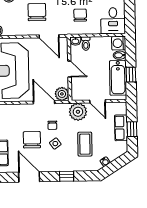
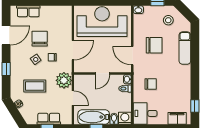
door: (49, 36) -> (132, 56), hinge flipped
plant: (62, 94) -> (80, 66), removed
door: (98, 101) -> (73, 98), swing flipped
chair: (32, 140) -> (40, 39), turned -90

